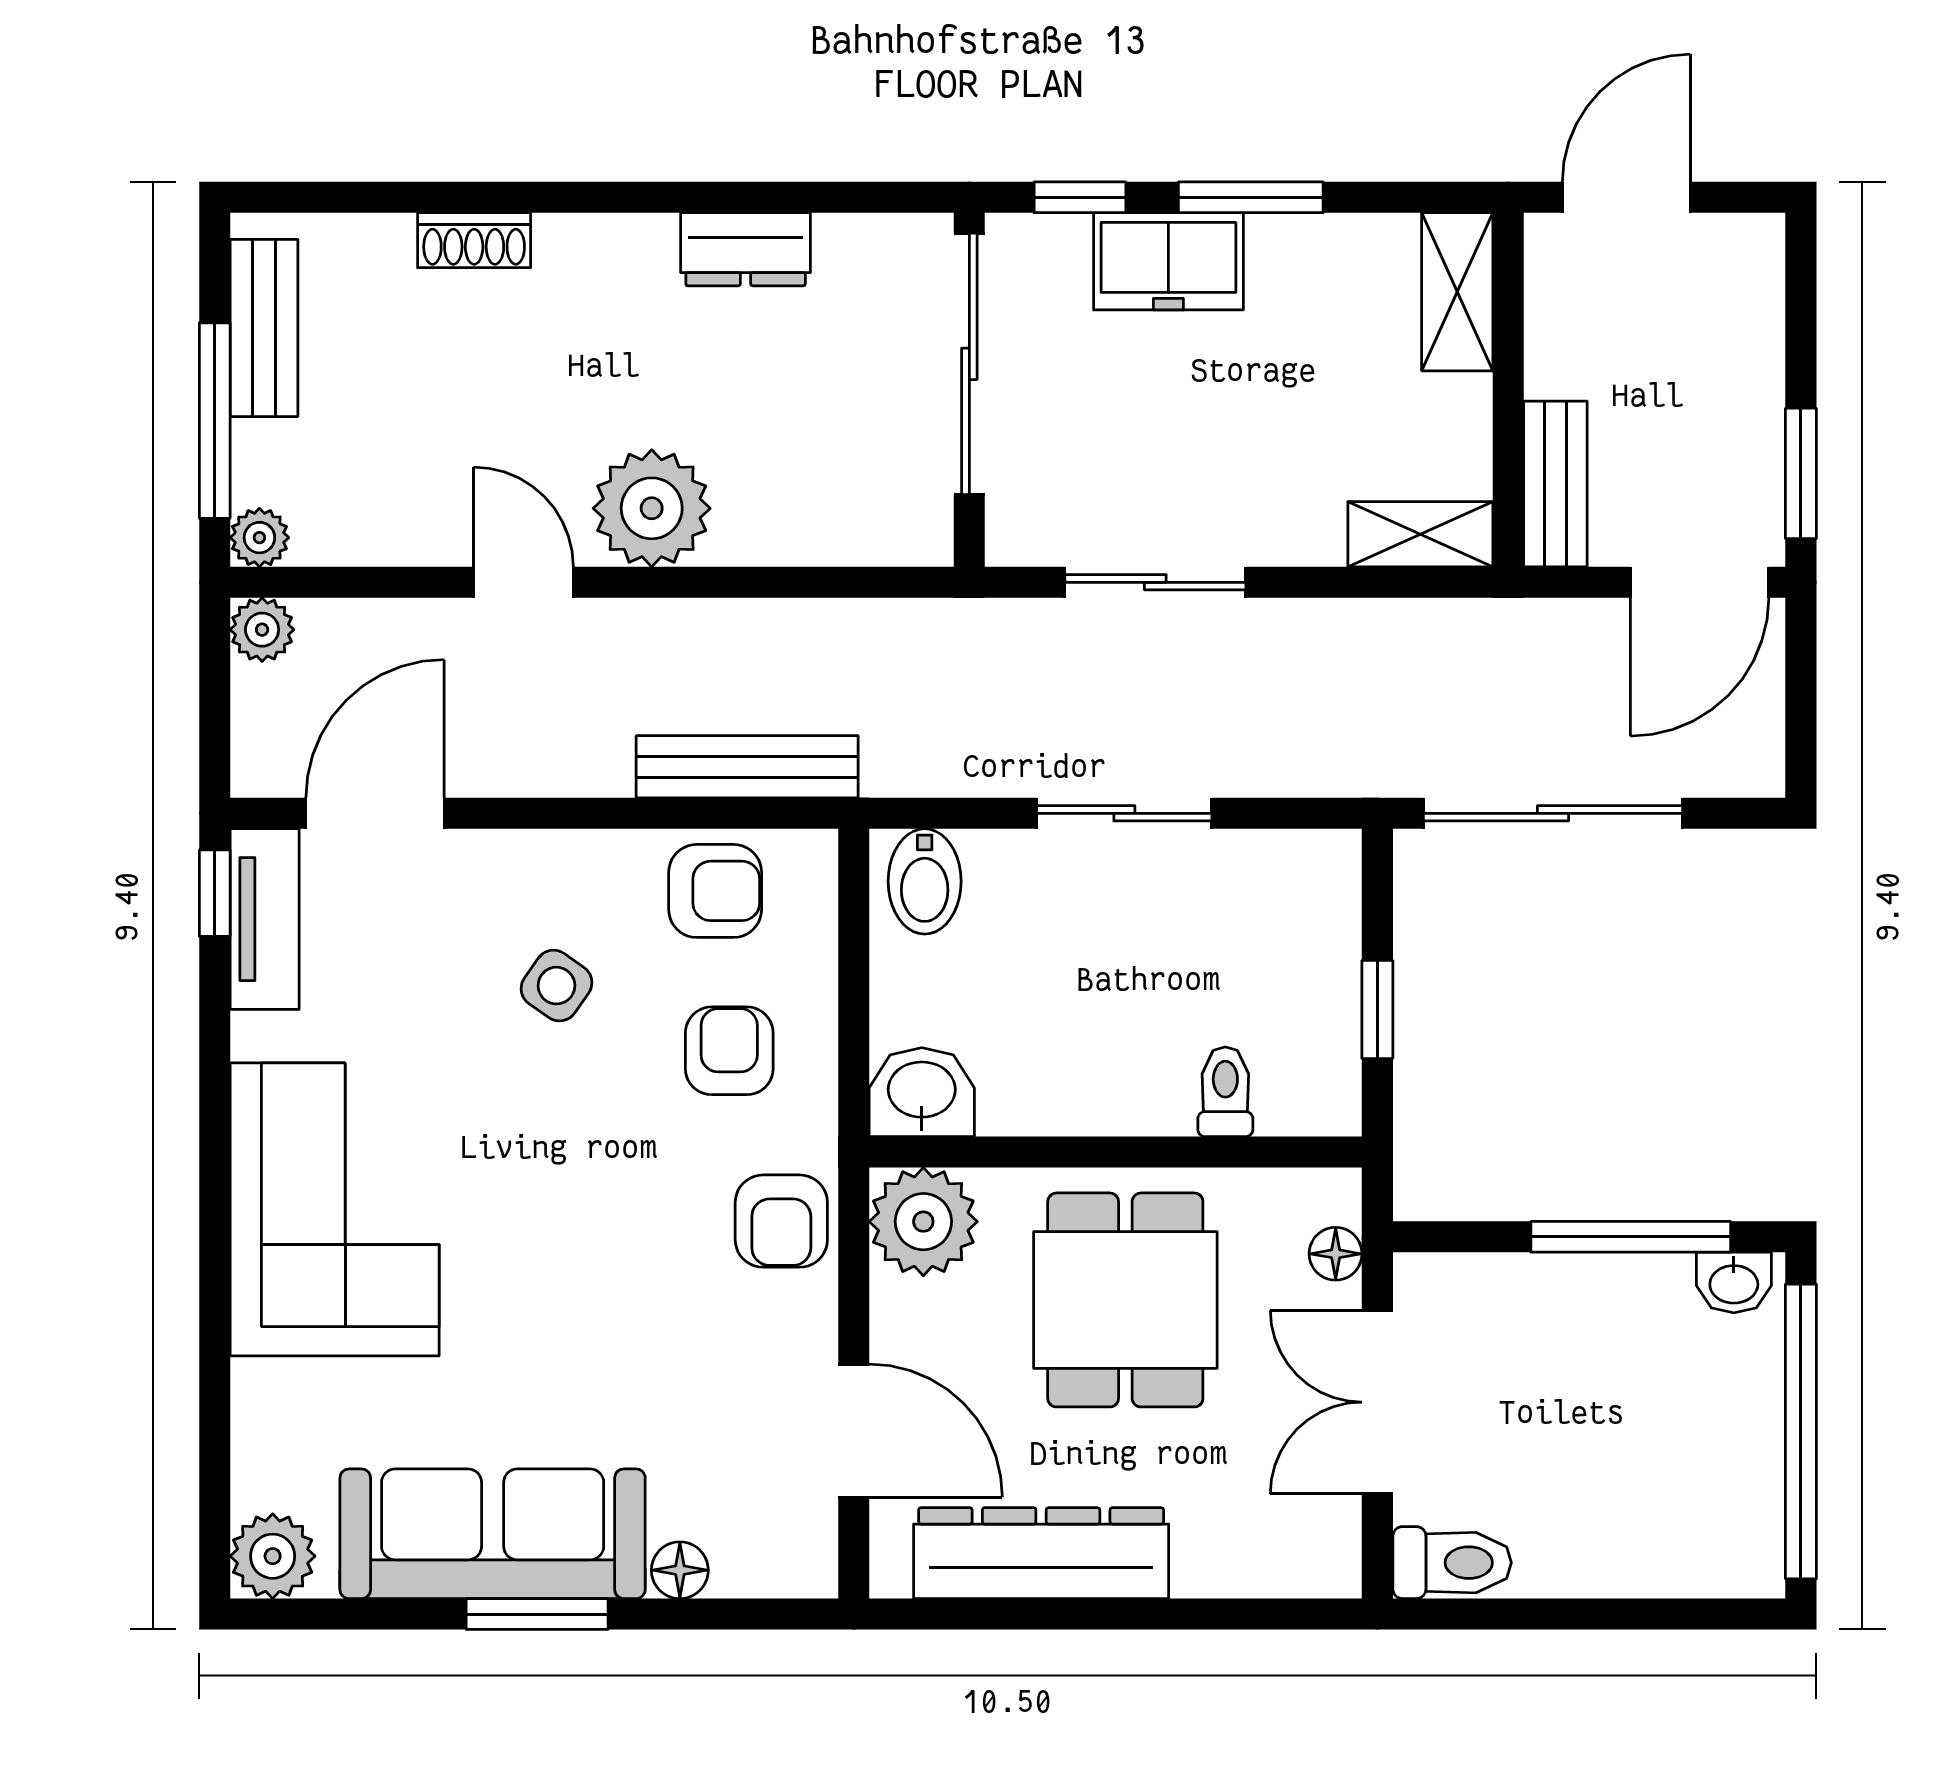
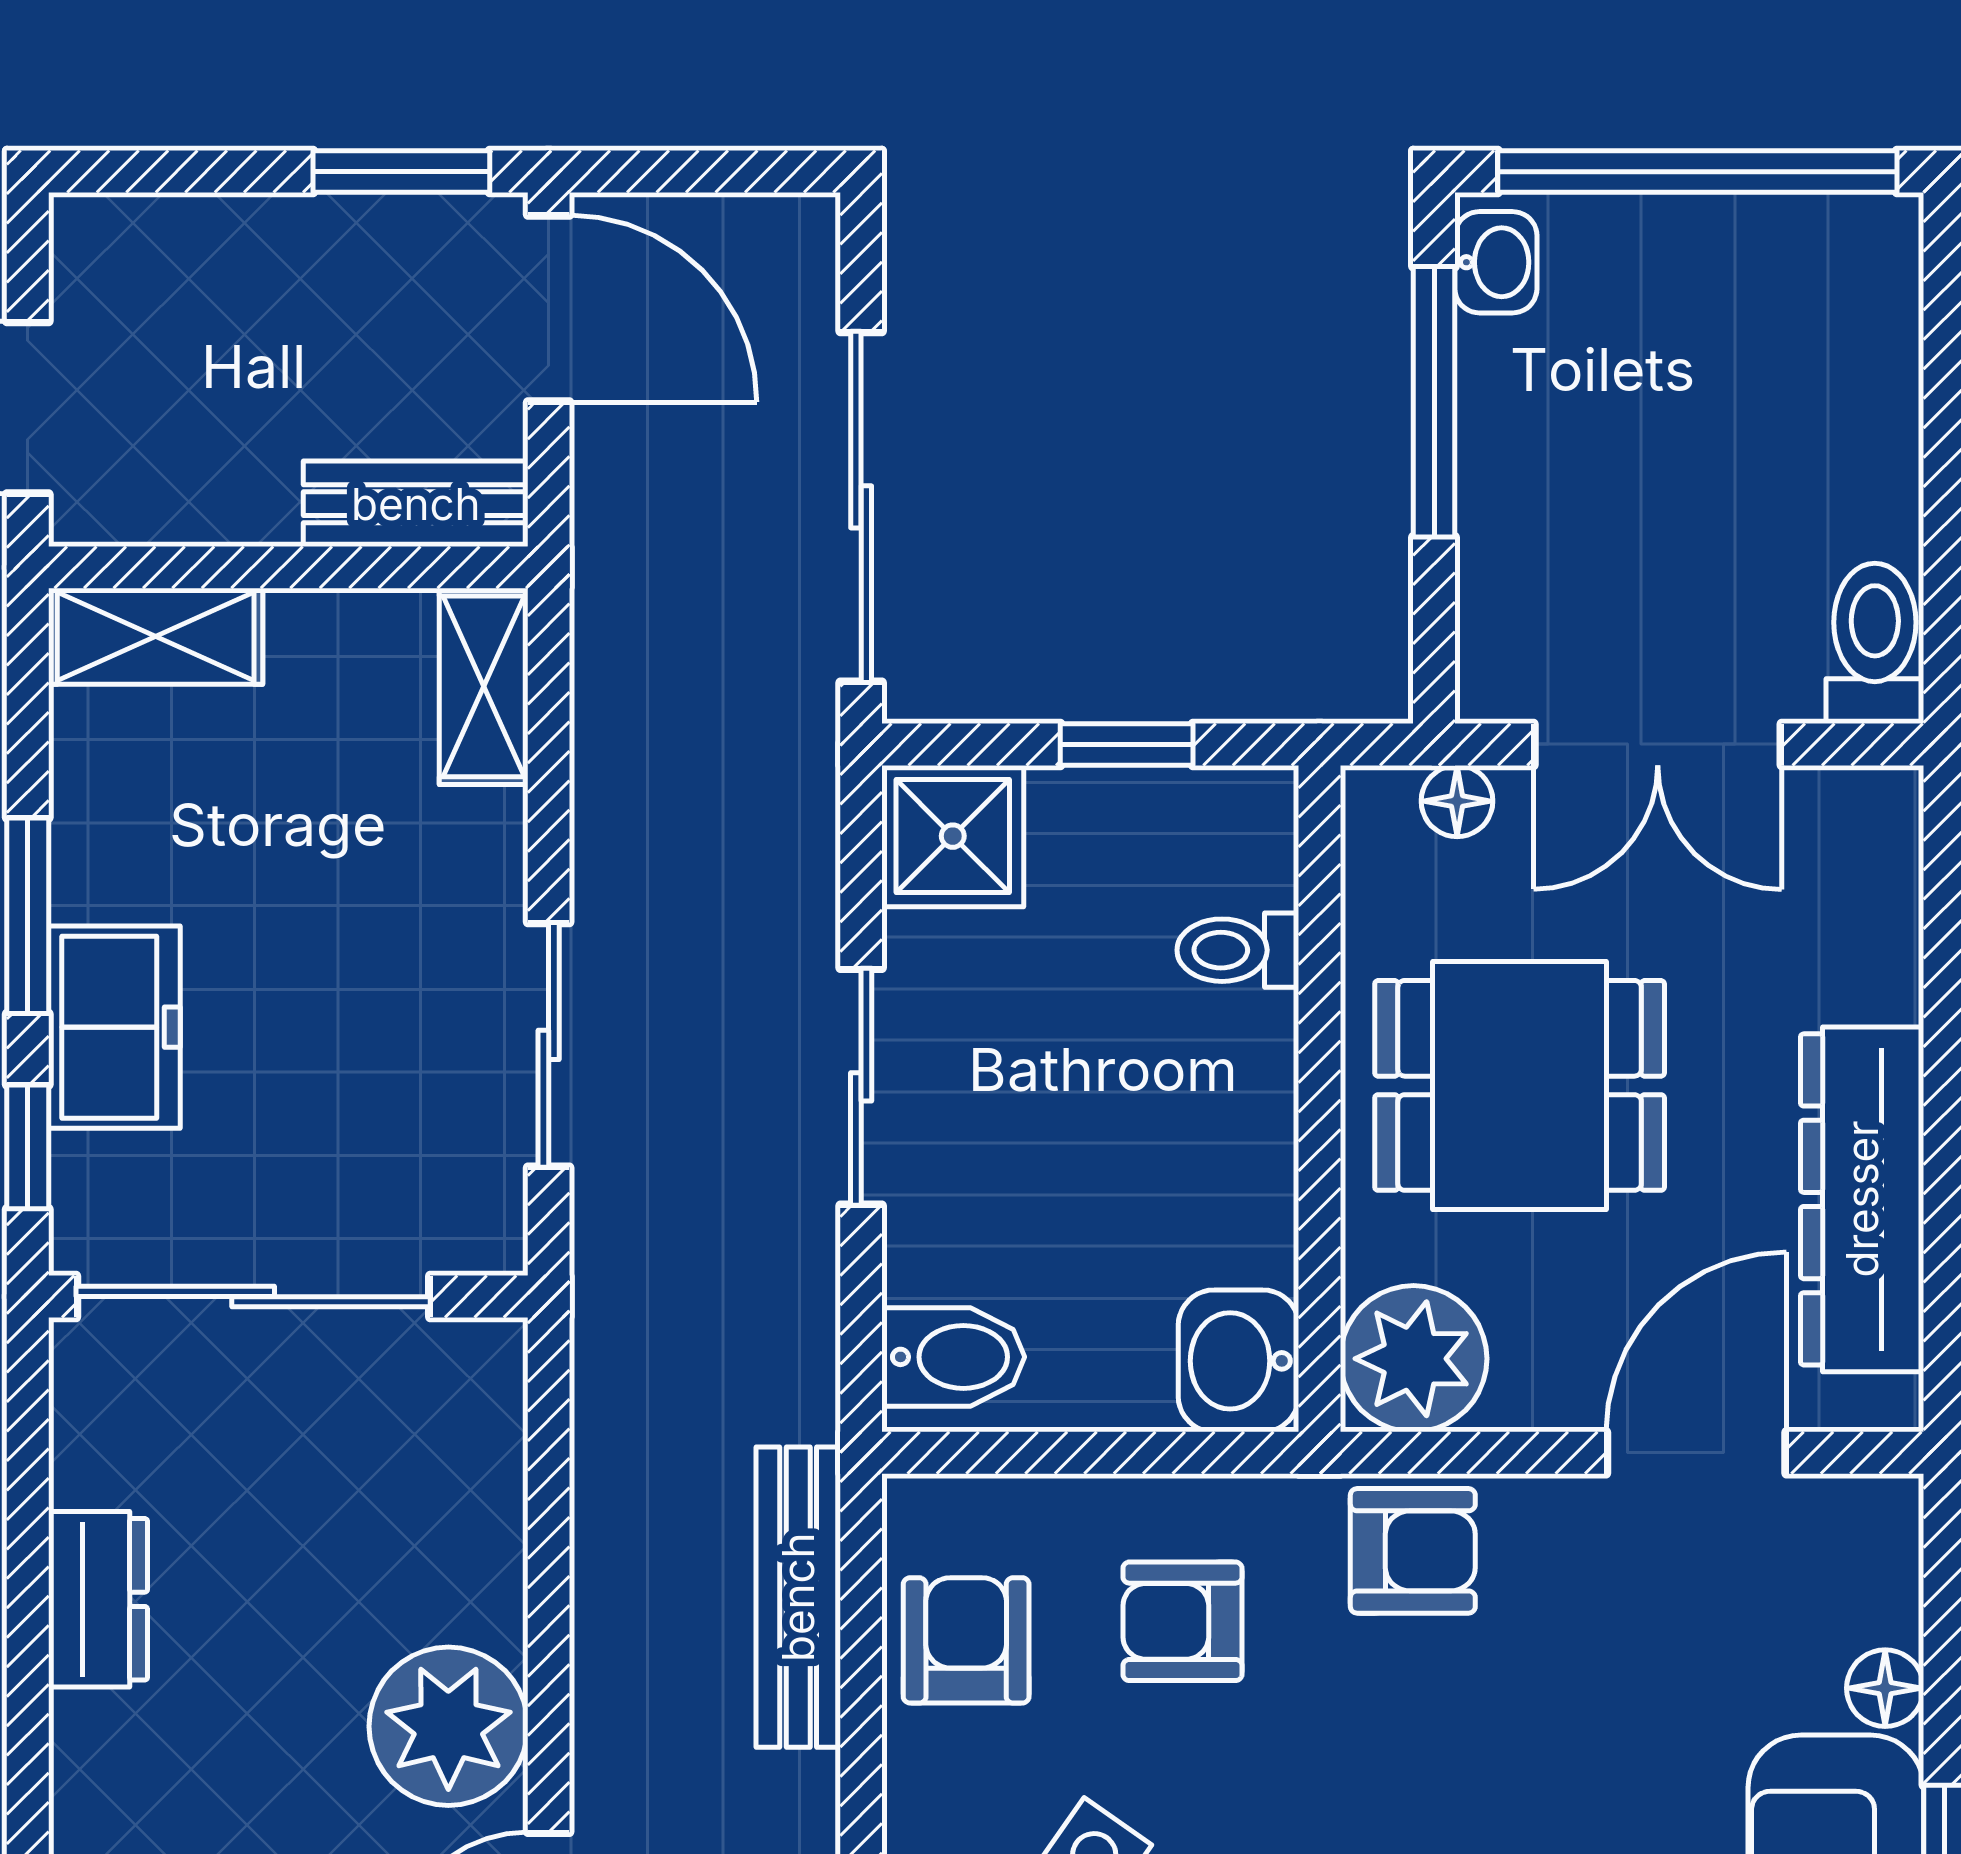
shower: (1310, 881) -> (953, 836), added

